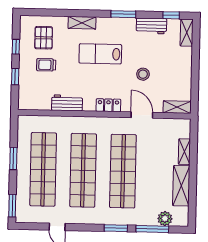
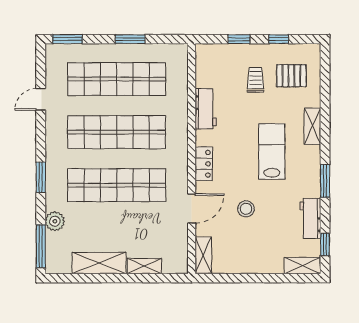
plant: (165, 219) -> (55, 221), moved
window: (152, 229) -> (41, 246), moved

